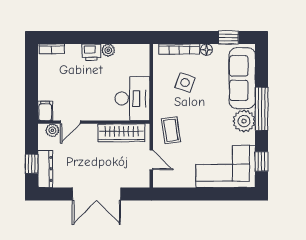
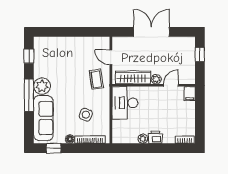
plant: (52, 130) -> (156, 79), moved
corner sofa: (225, 166) -> (56, 52), removed
dresser: (45, 169) -> (190, 51), removed

